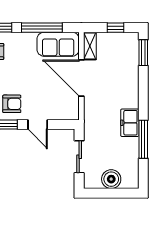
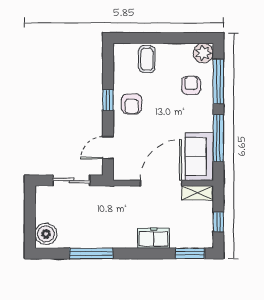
freezer: (130, 123) -> (154, 238), moved
door: (38, 125) -> (108, 148), moved
boiler: (111, 179) -> (46, 234), moved

